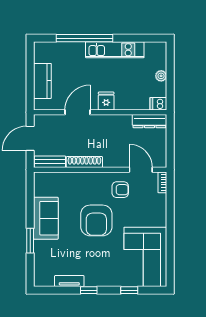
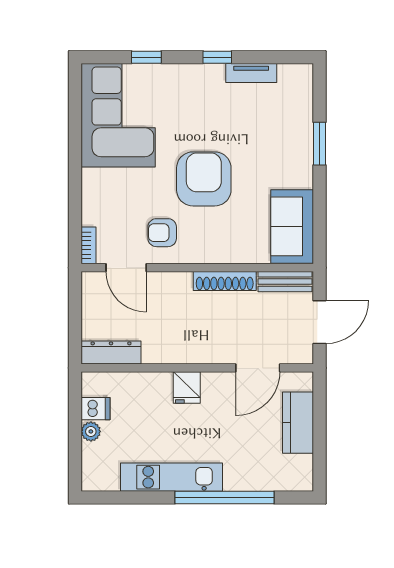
dishwasher: (158, 104) -> (95, 409), moved
door: (78, 112) -> (258, 368), moved
sofa: (46, 218) -> (292, 226), moved

